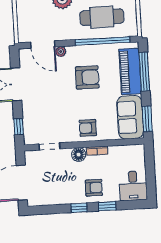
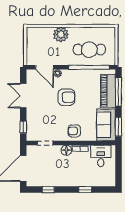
armchair: (87, 77) -> (66, 97), moved
desk: (133, 186) -> (101, 156), moved, turned 180
armchair: (94, 188) -> (76, 175), removed
window: (79, 208) -> (48, 190), moved

